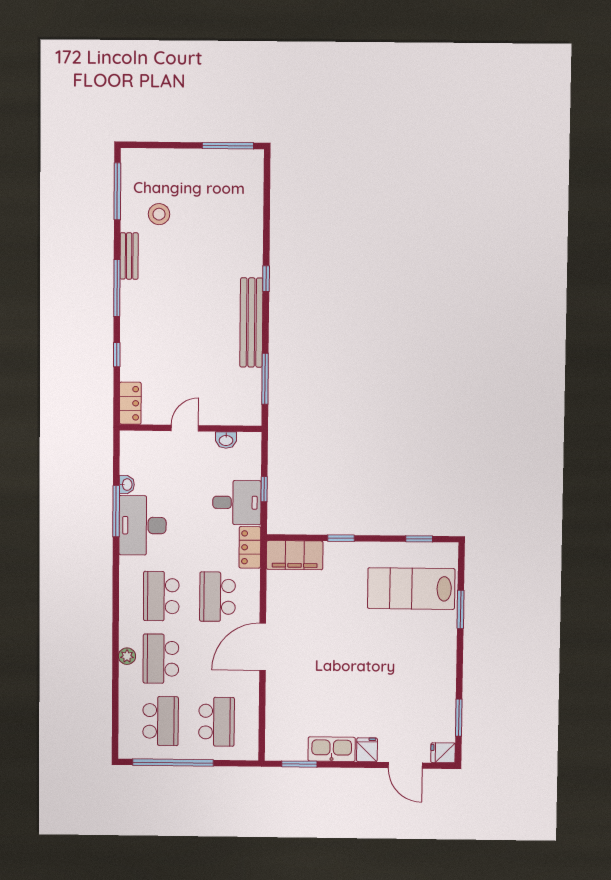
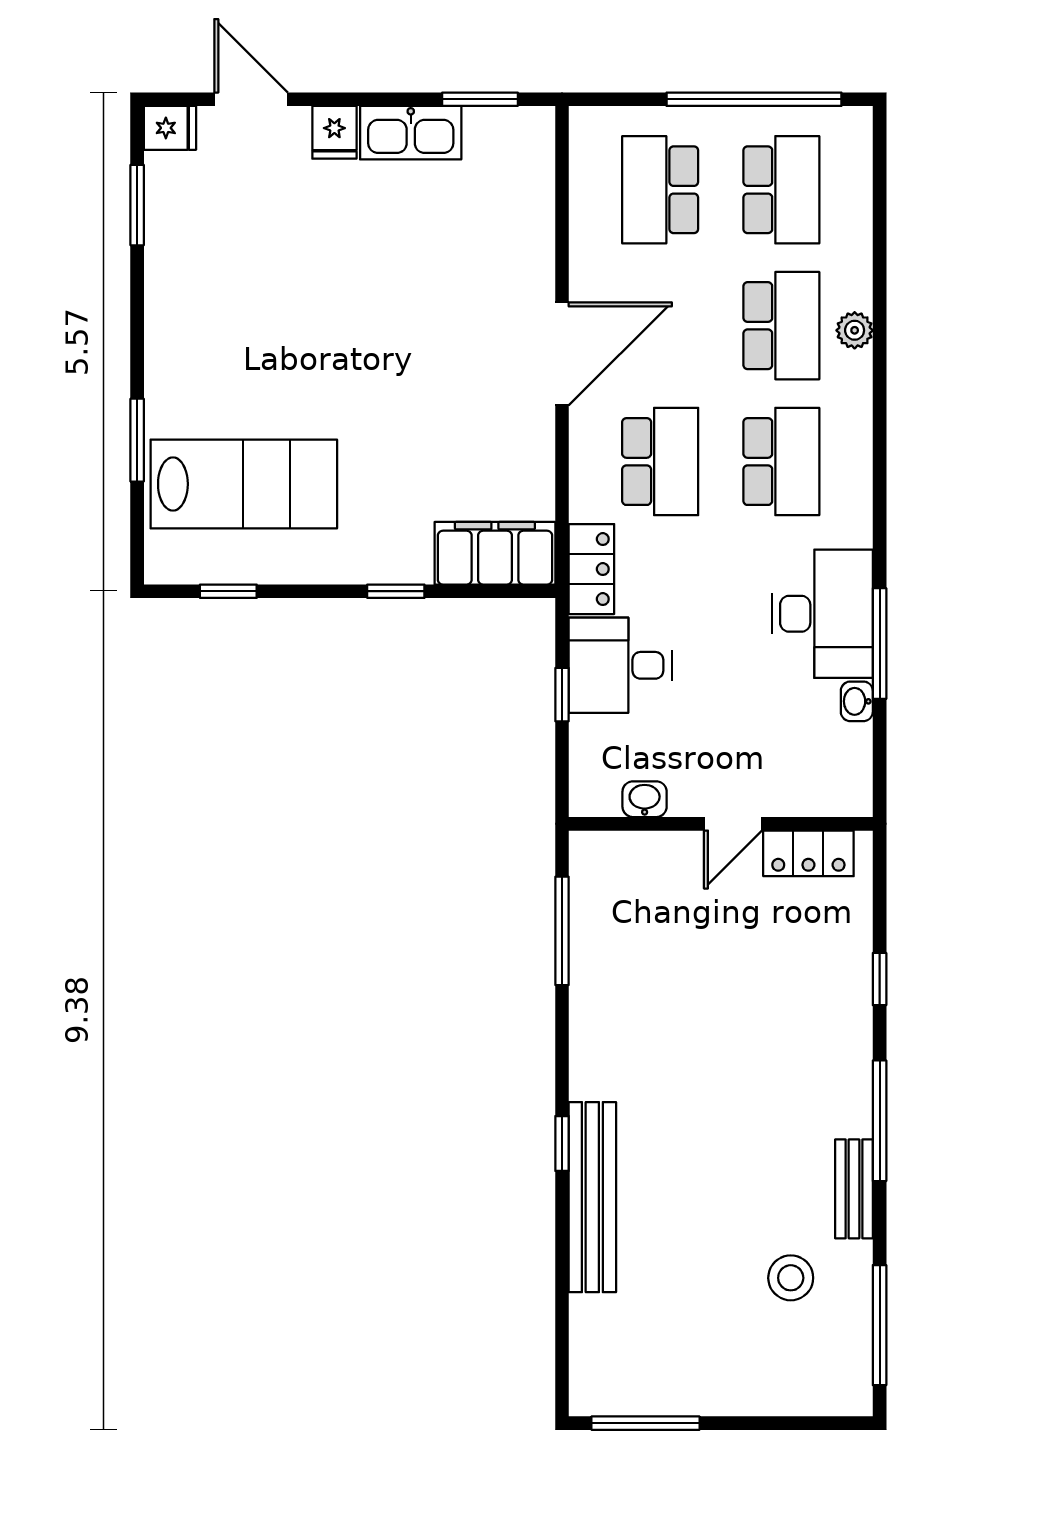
bench: (251, 323) -> (592, 1197), moved
locker: (130, 403) -> (808, 853), moved, turned -90
school desk: (161, 721) -> (781, 190), turned 180

